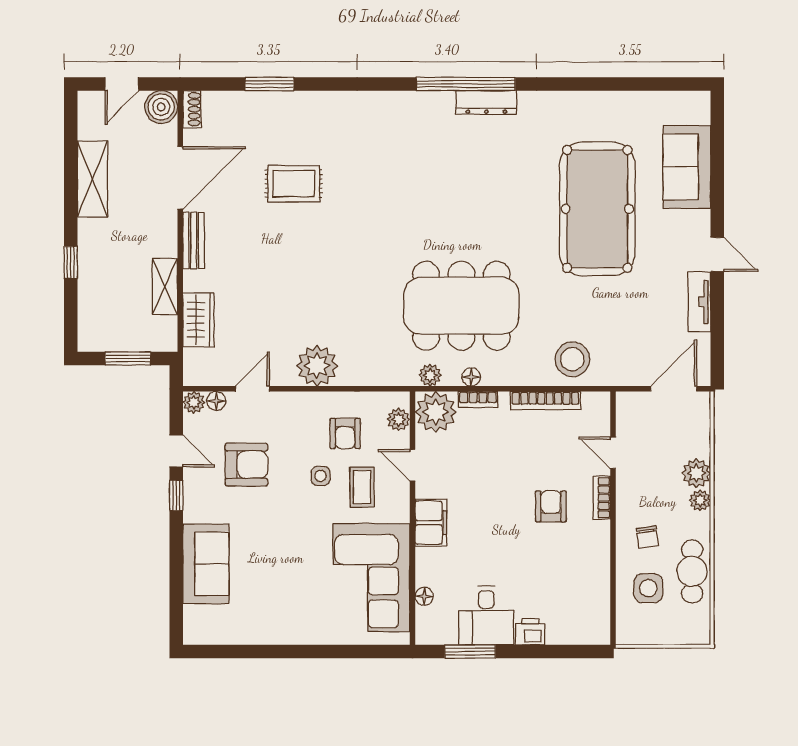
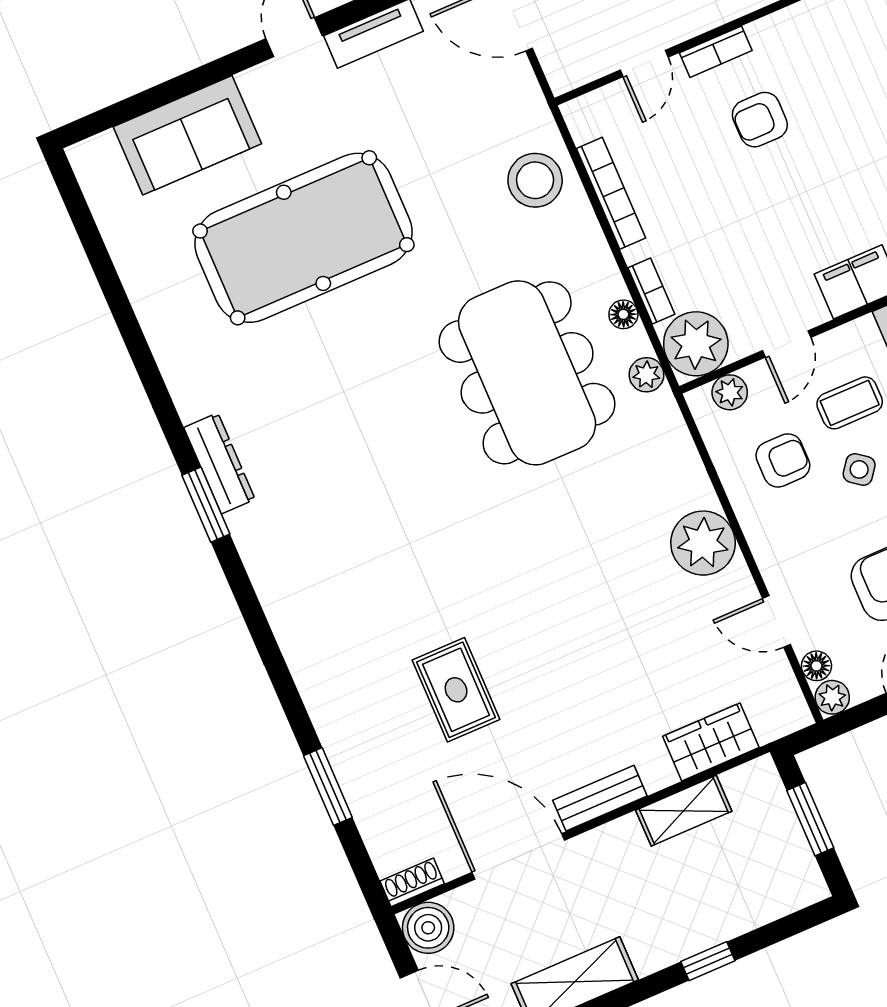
window: (466, 84) -> (206, 505), width x0.47
side table: (321, 476) -> (859, 469), turned 37

